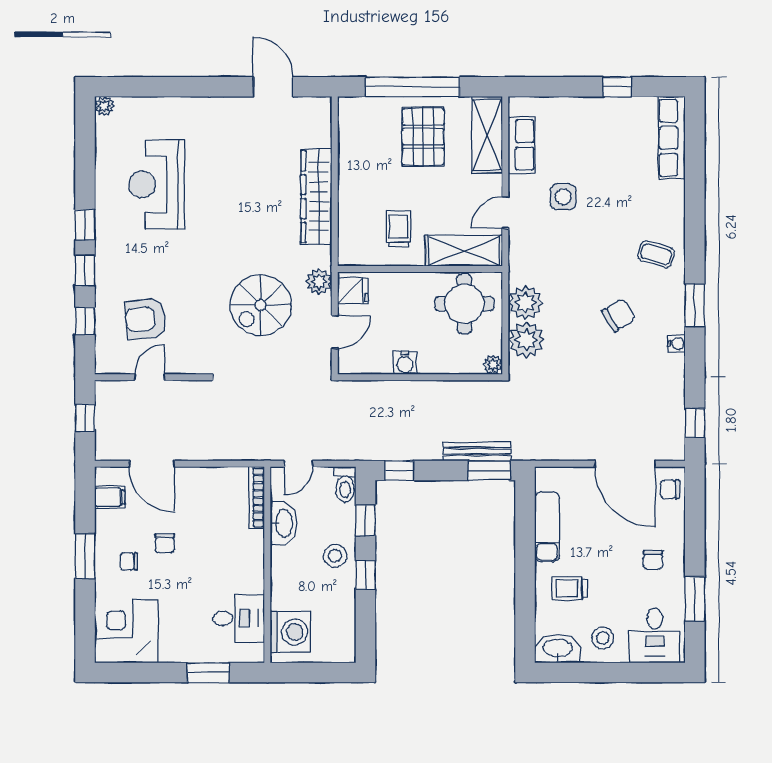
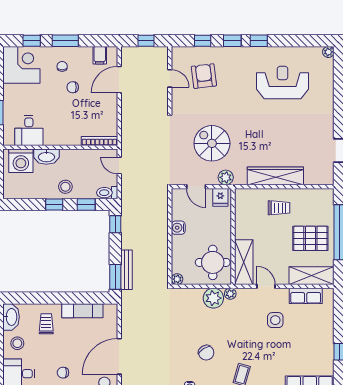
trolley: (398, 229) -> (279, 208), moved
plant: (526, 340) -> (230, 294), moved, width x0.53, depth x0.53
washbasin: (283, 523) -> (46, 157), moved
window: (85, 614) -> (32, 41), added

